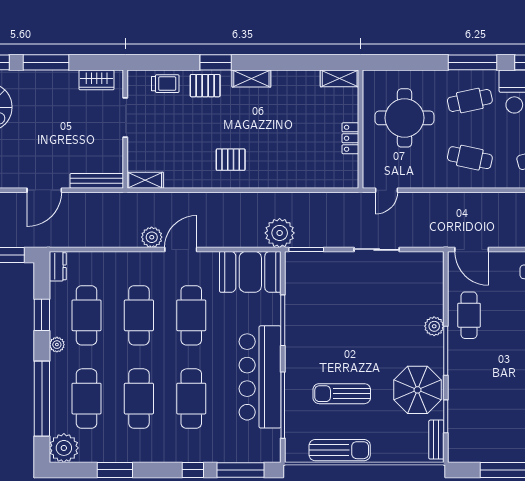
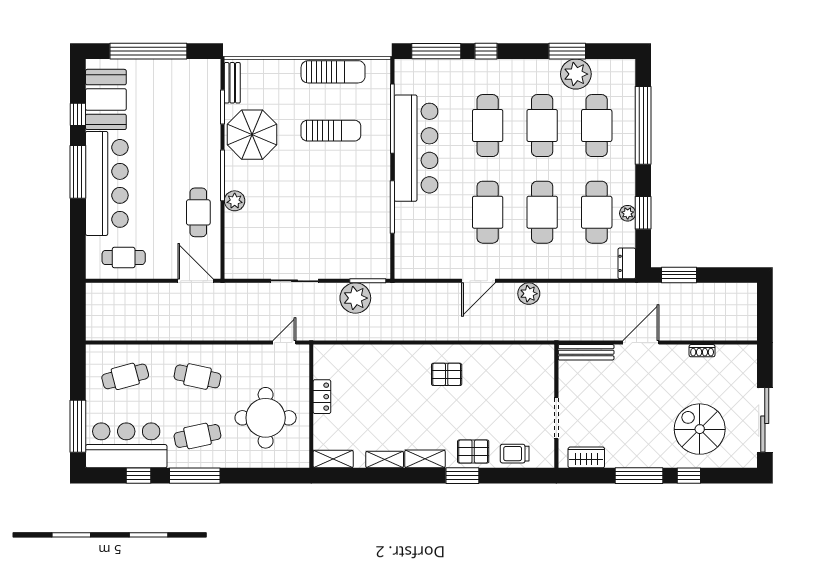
shelving: (145, 180) -> (385, 460), moved
plant: (280, 233) -> (355, 298), moved
door: (181, 249) -> (479, 281), moved
booth: (250, 272) -> (426, 257), removed
plant: (57, 345) -> (628, 213), moved
plant: (64, 448) -> (576, 74), moved
sun lounger: (340, 450) -> (333, 72), turned 180

